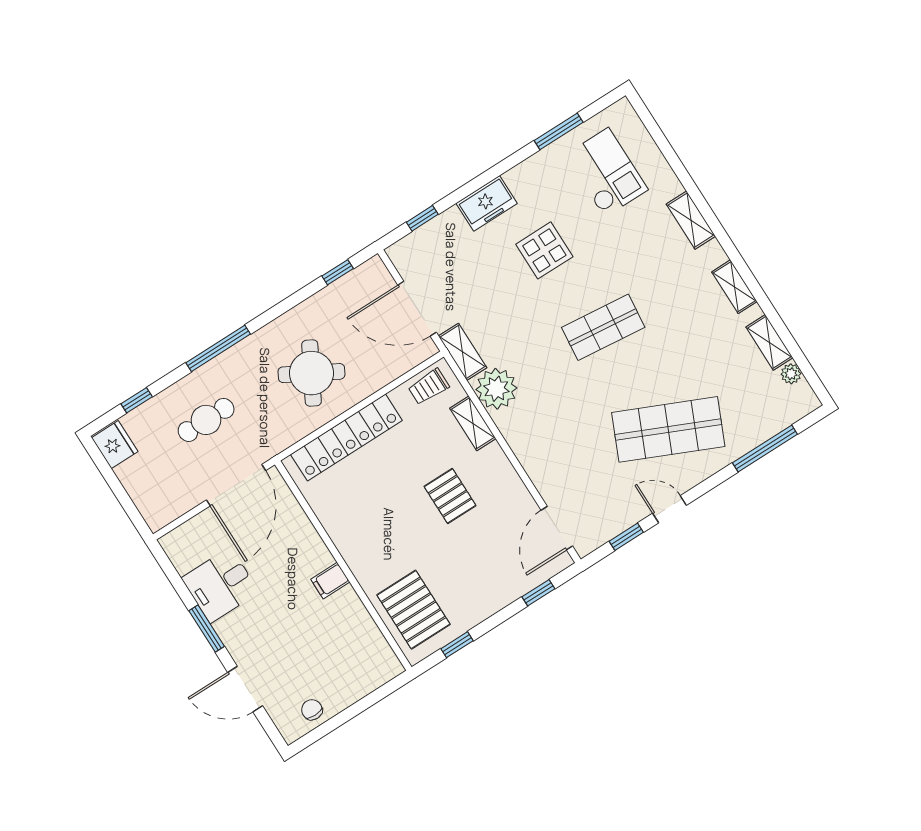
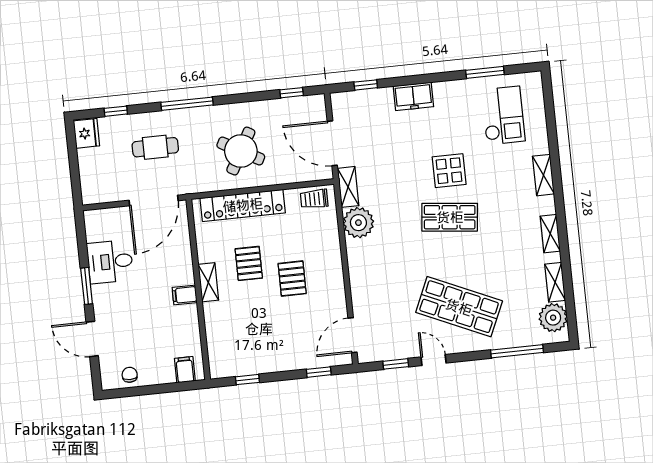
display table: (544, 250) -> (449, 171), moved
plant: (791, 374) -> (553, 318), width x1.88, depth x1.88
shelving: (473, 423) -> (208, 282), moved
pallet: (414, 610) -> (249, 263), moved, width x0.67, depth x0.71
filing cabinet: (376, 670) -> (185, 370), added

